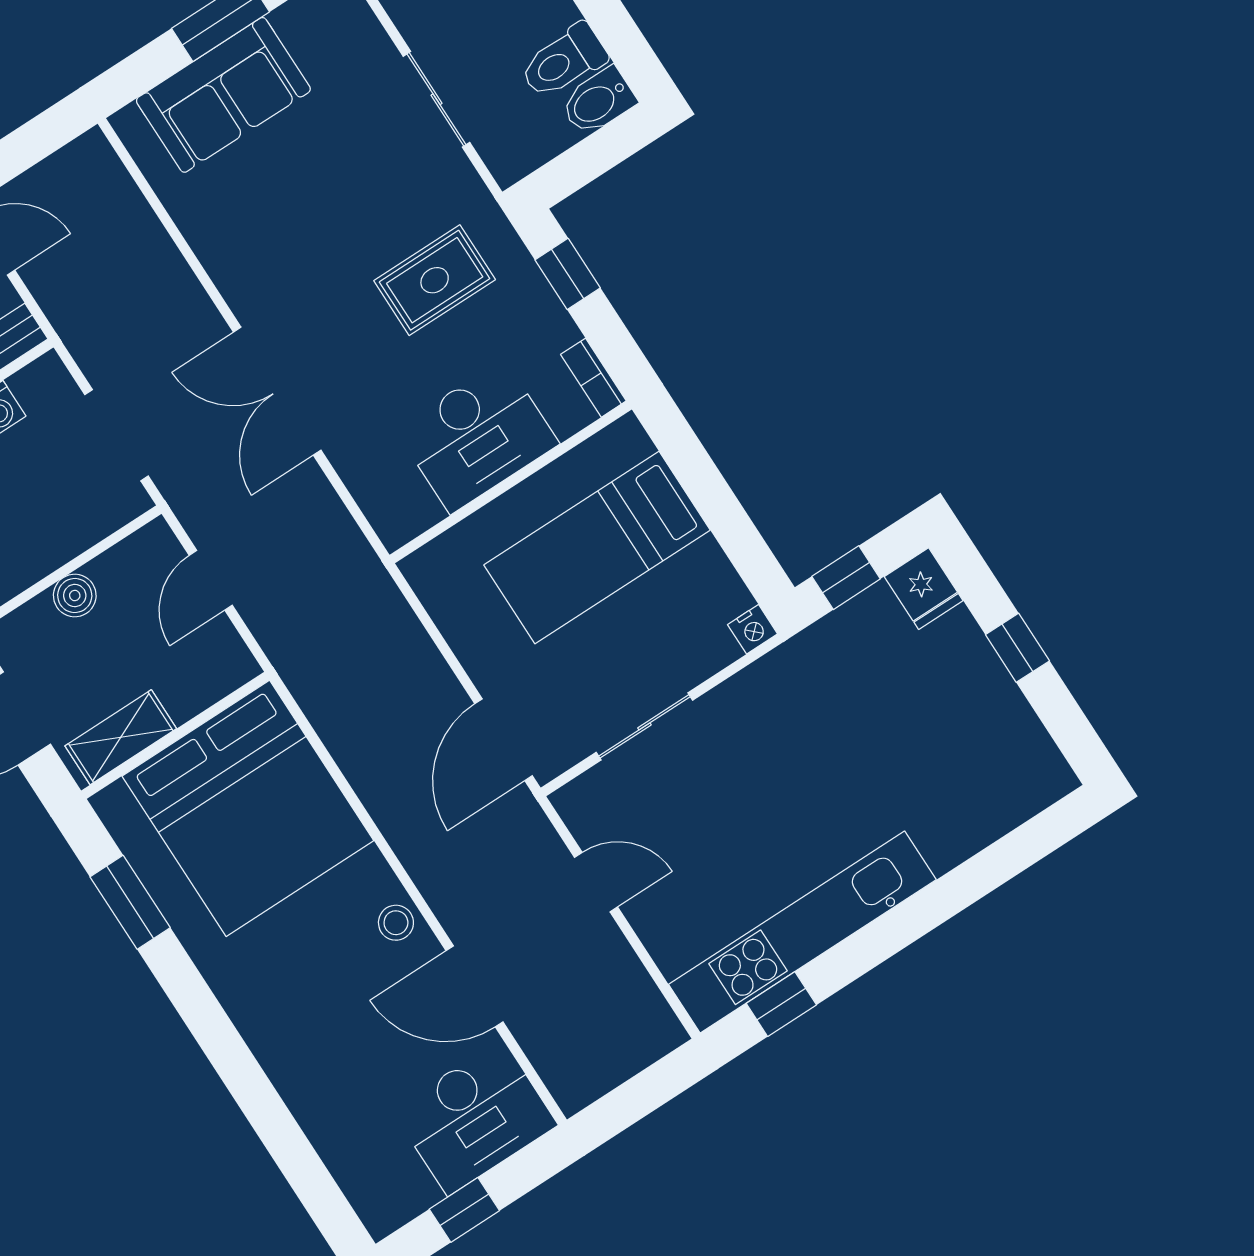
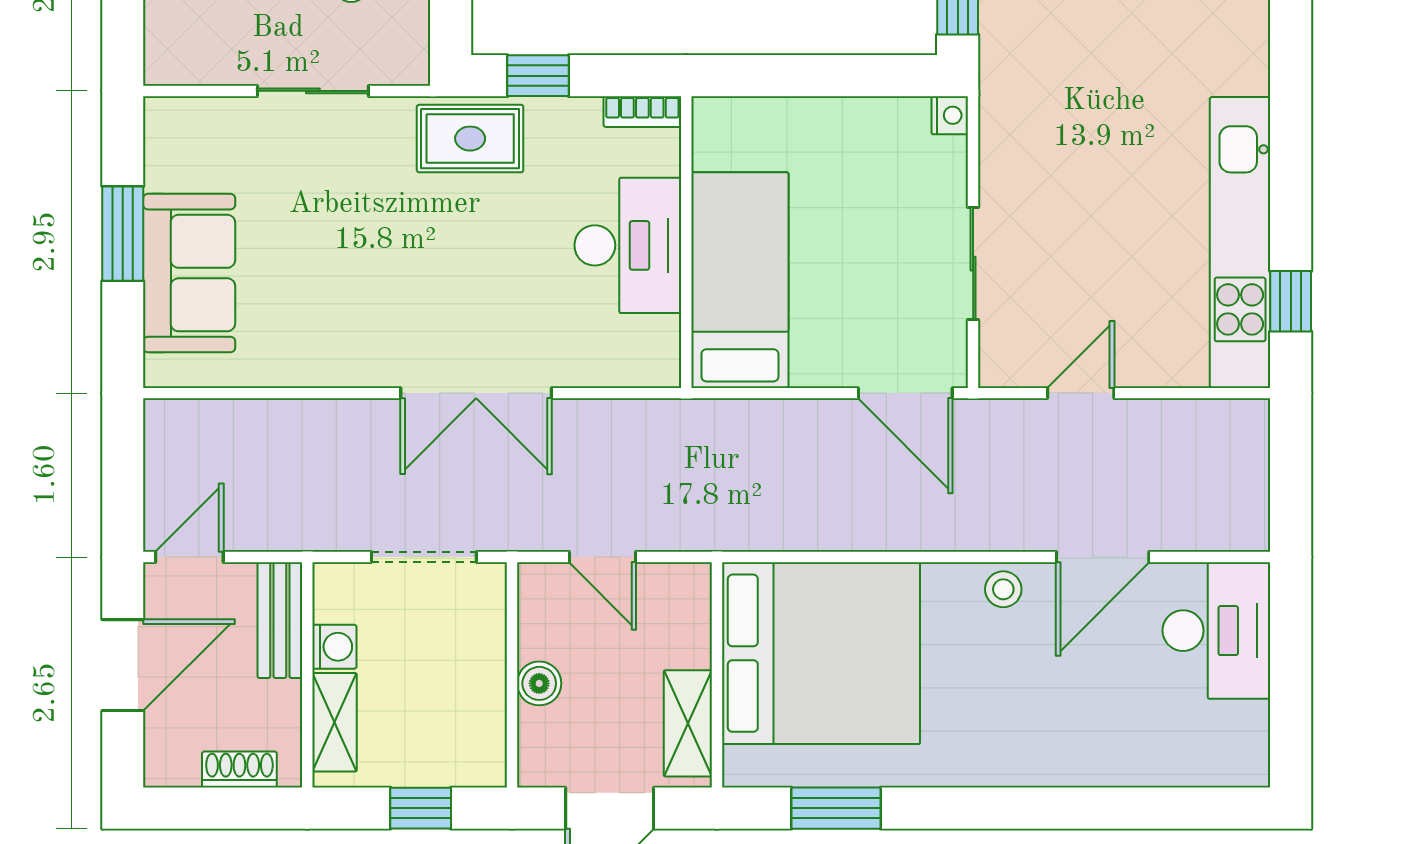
rug: (435, 280) -> (470, 139), moved, turned 90
bed: (597, 548) -> (740, 280), moved, turned 180
window: (464, 1210) -> (1291, 692), removed

